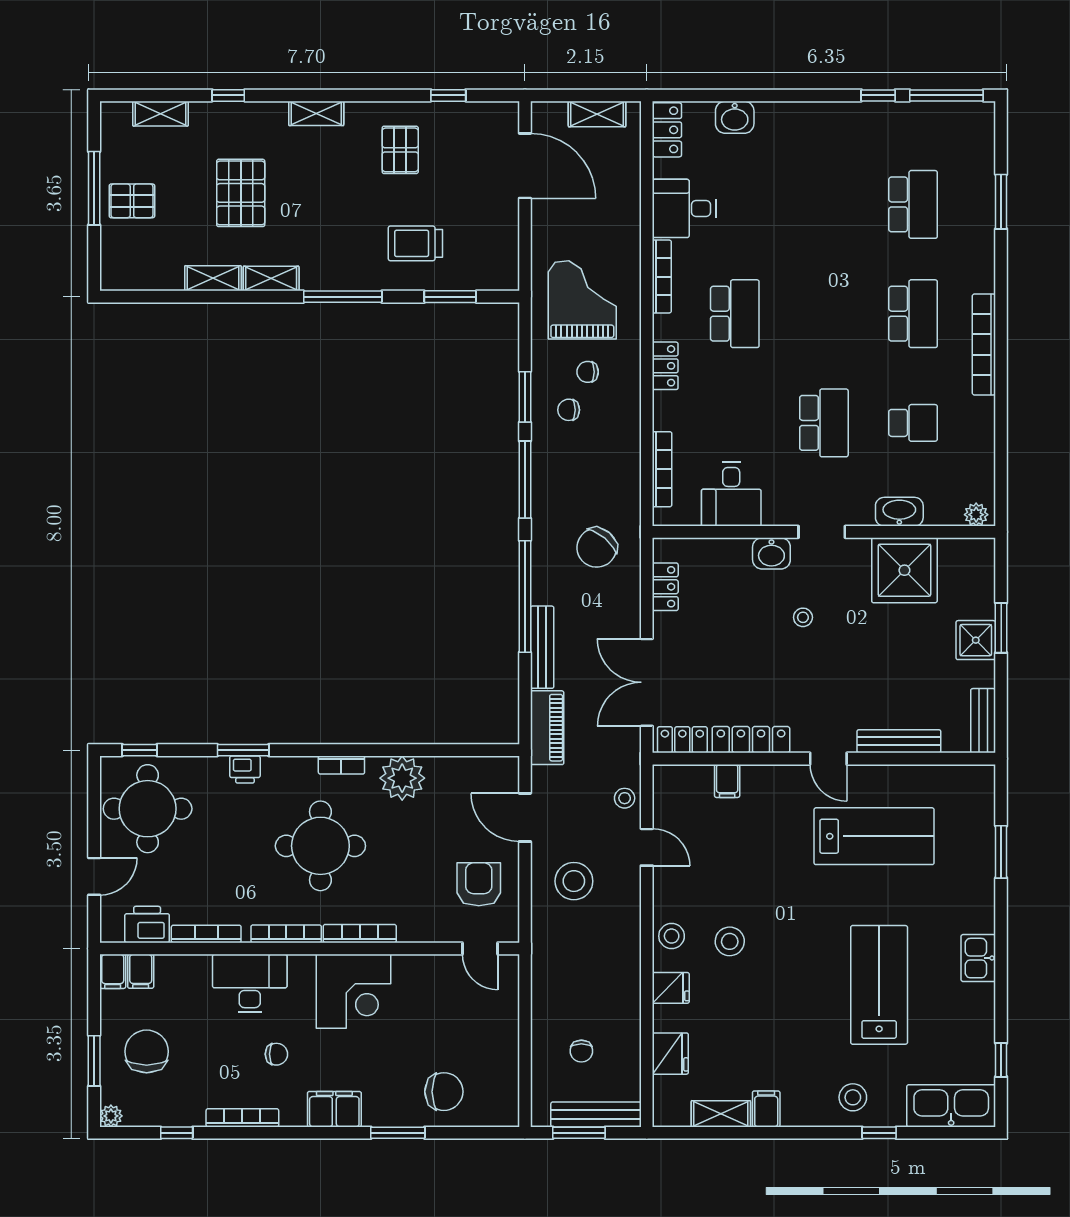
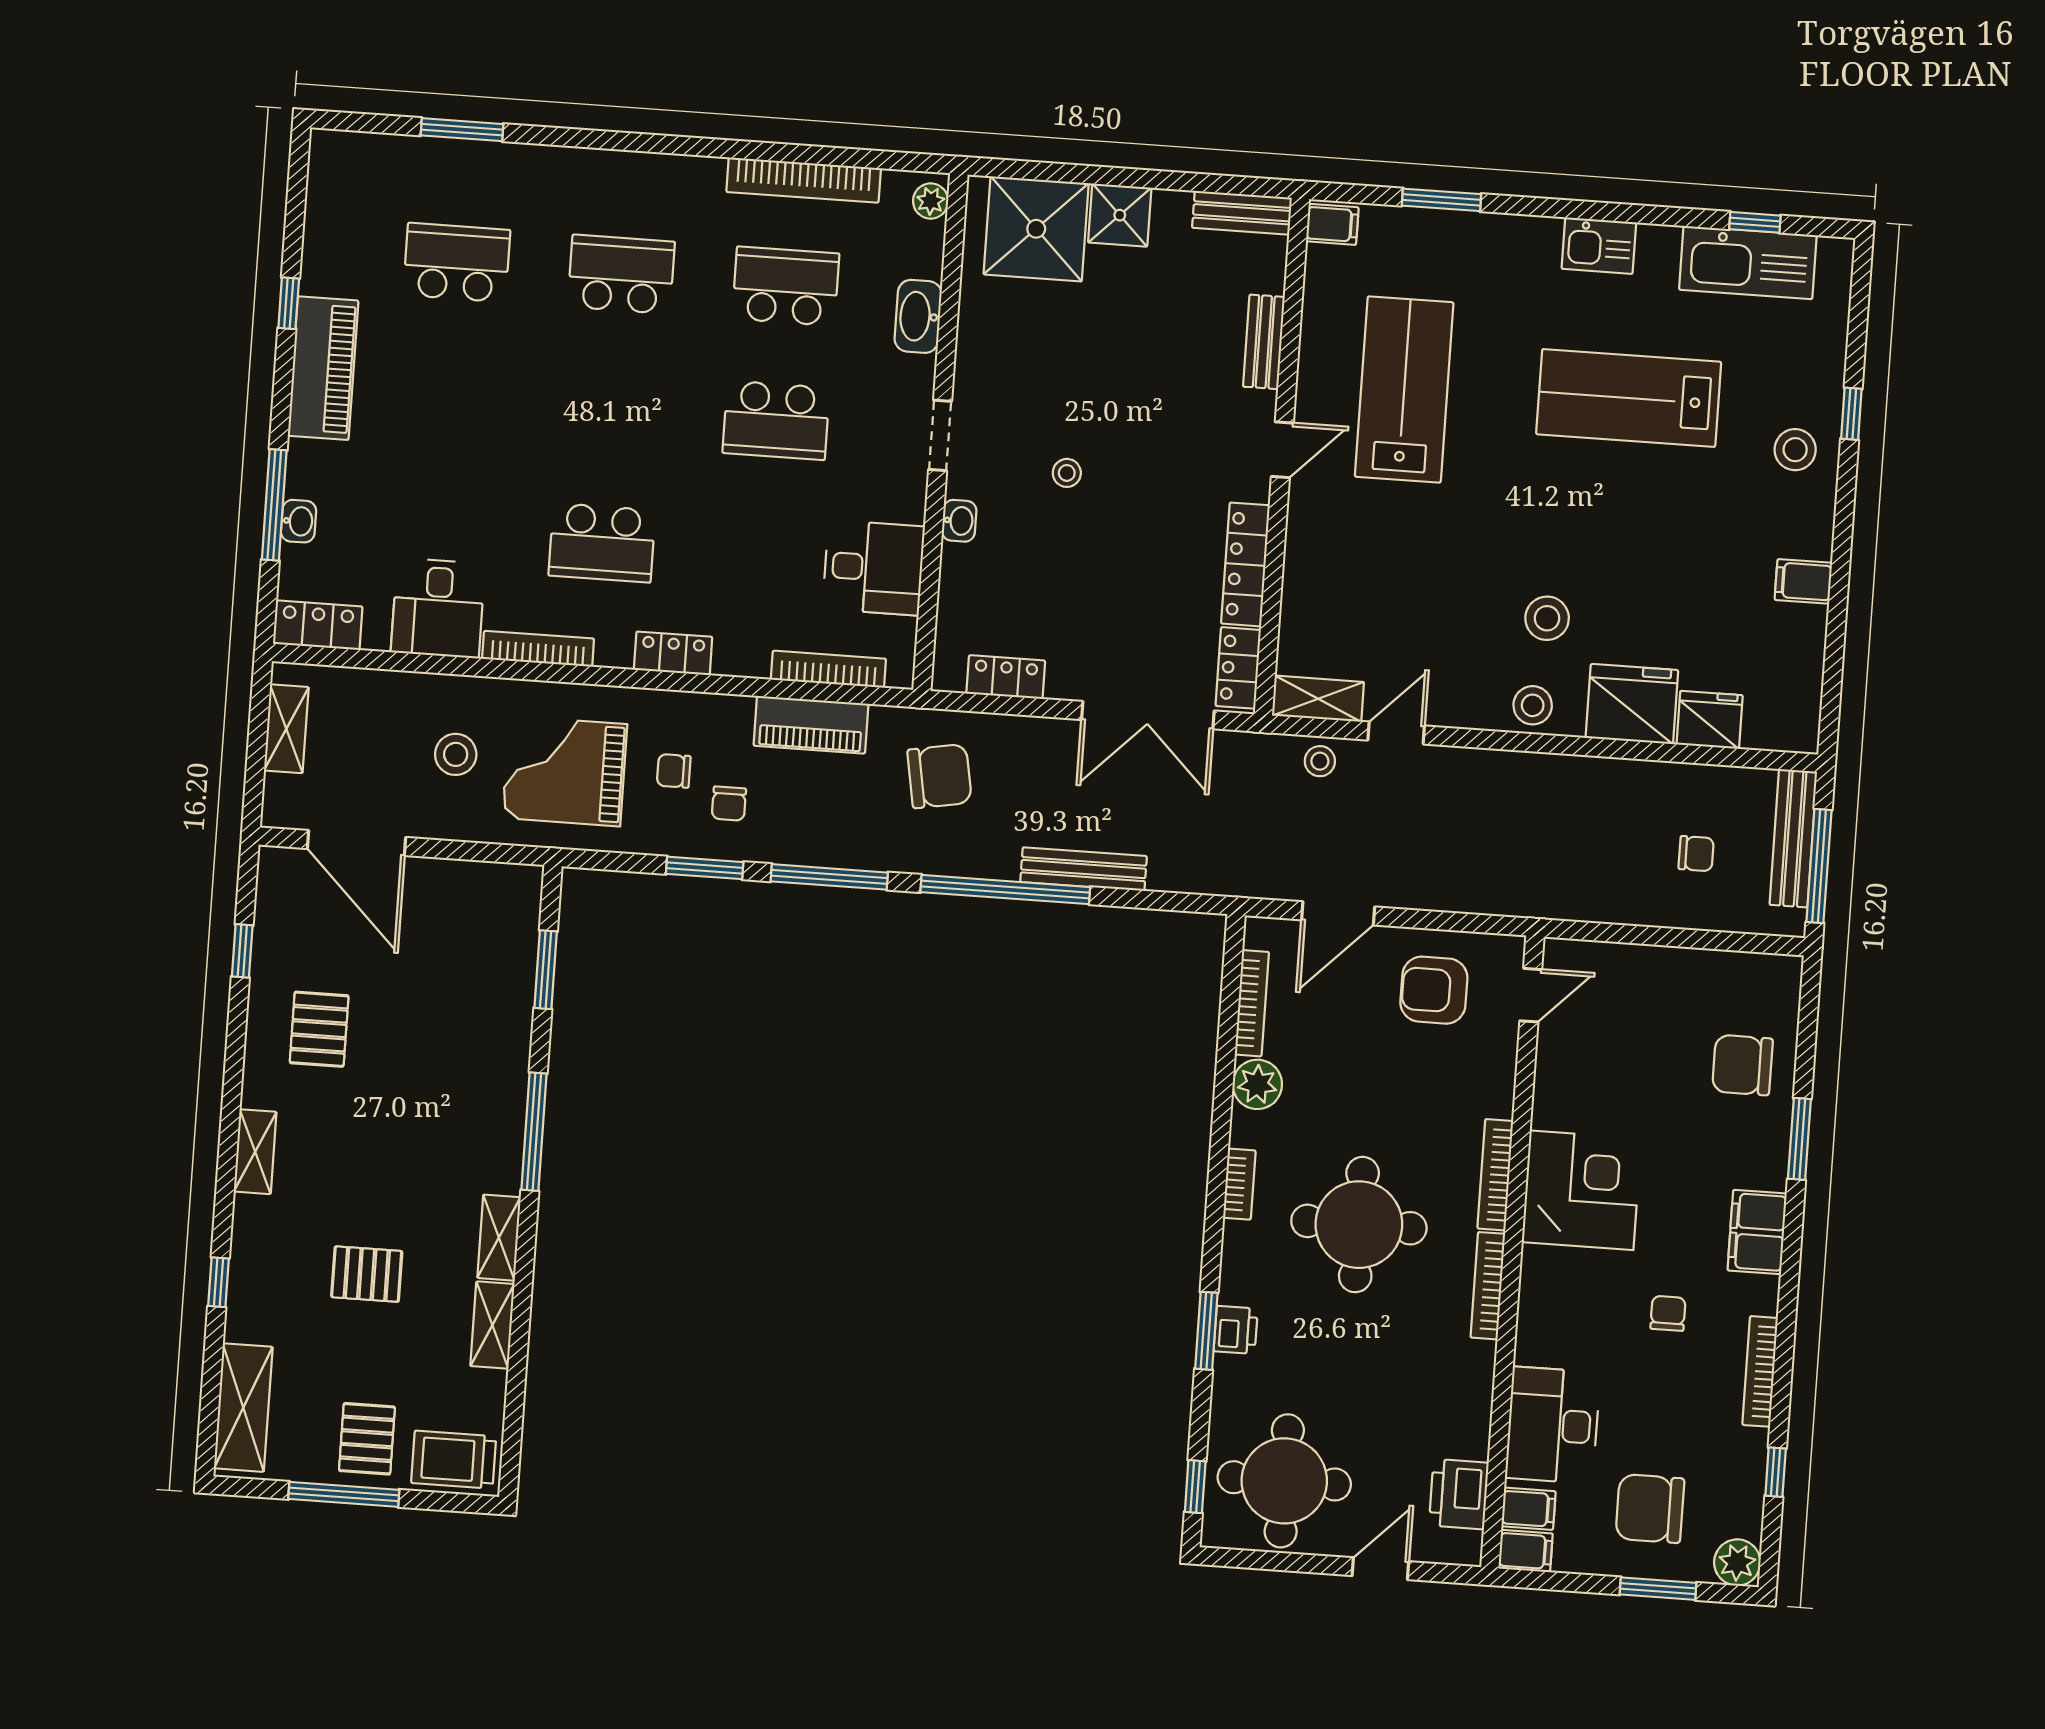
window: (946, 95) -> (274, 505), moved
shelving: (161, 114) -> (243, 1408), width x1.50, depth x1.33
washbasin: (735, 117) -> (299, 521), width x0.72, depth x0.69
piano: (837, 121) -> (323, 368), added
pallet: (400, 150) -> (319, 1029), turned 90
door: (525, 166) -> (357, 843), swing flipped
pallet: (241, 193) -> (367, 1274), width x0.67, depth x0.71
trolley: (415, 243) -> (454, 1460), moved, turned 90
school desk: (735, 314) -> (602, 543), turned 180
bookcase: (984, 344) -> (804, 180), moved
chair: (588, 372) -> (674, 771), turned 90
school desk: (824, 423) -> (776, 420), turned 180
school desk: (913, 423) -> (786, 286), width x1.85
chair: (597, 548) -> (939, 776), turned -50
washbasin: (771, 553) -> (959, 521), width x0.72, depth x0.69
shower: (904, 570) -> (1036, 229), moved
window: (1001, 628) -> (1104, 176), removed
piano: (547, 728) -> (811, 725), moved, turned 180
bench: (899, 741) -> (1264, 342), width x0.73
plant: (402, 778) -> (1257, 1084), width x0.73, depth x0.73
filing cabinet: (727, 781) -> (1332, 224), moved
door: (94, 876) -> (1380, 1569), hinge flipped
stool: (574, 881) -> (456, 754), moved, width x0.73, depth x0.73
bookcase: (206, 934) -> (1252, 1003), moved, turned 180
desk: (250, 983) -> (1553, 1425), moved
fridge: (671, 988) -> (1632, 704), width x1.88, depth x1.34
chair: (444, 1092) -> (1742, 1065), turned -90
kitchen sink: (951, 1106) -> (1748, 263), moved, turned -90
shelving: (721, 1114) -> (1318, 699), moved, turned 90
plant: (111, 1116) -> (1737, 1562), width x1.38, depth x1.38
window: (579, 1133) -> (1819, 866), width x1.44

